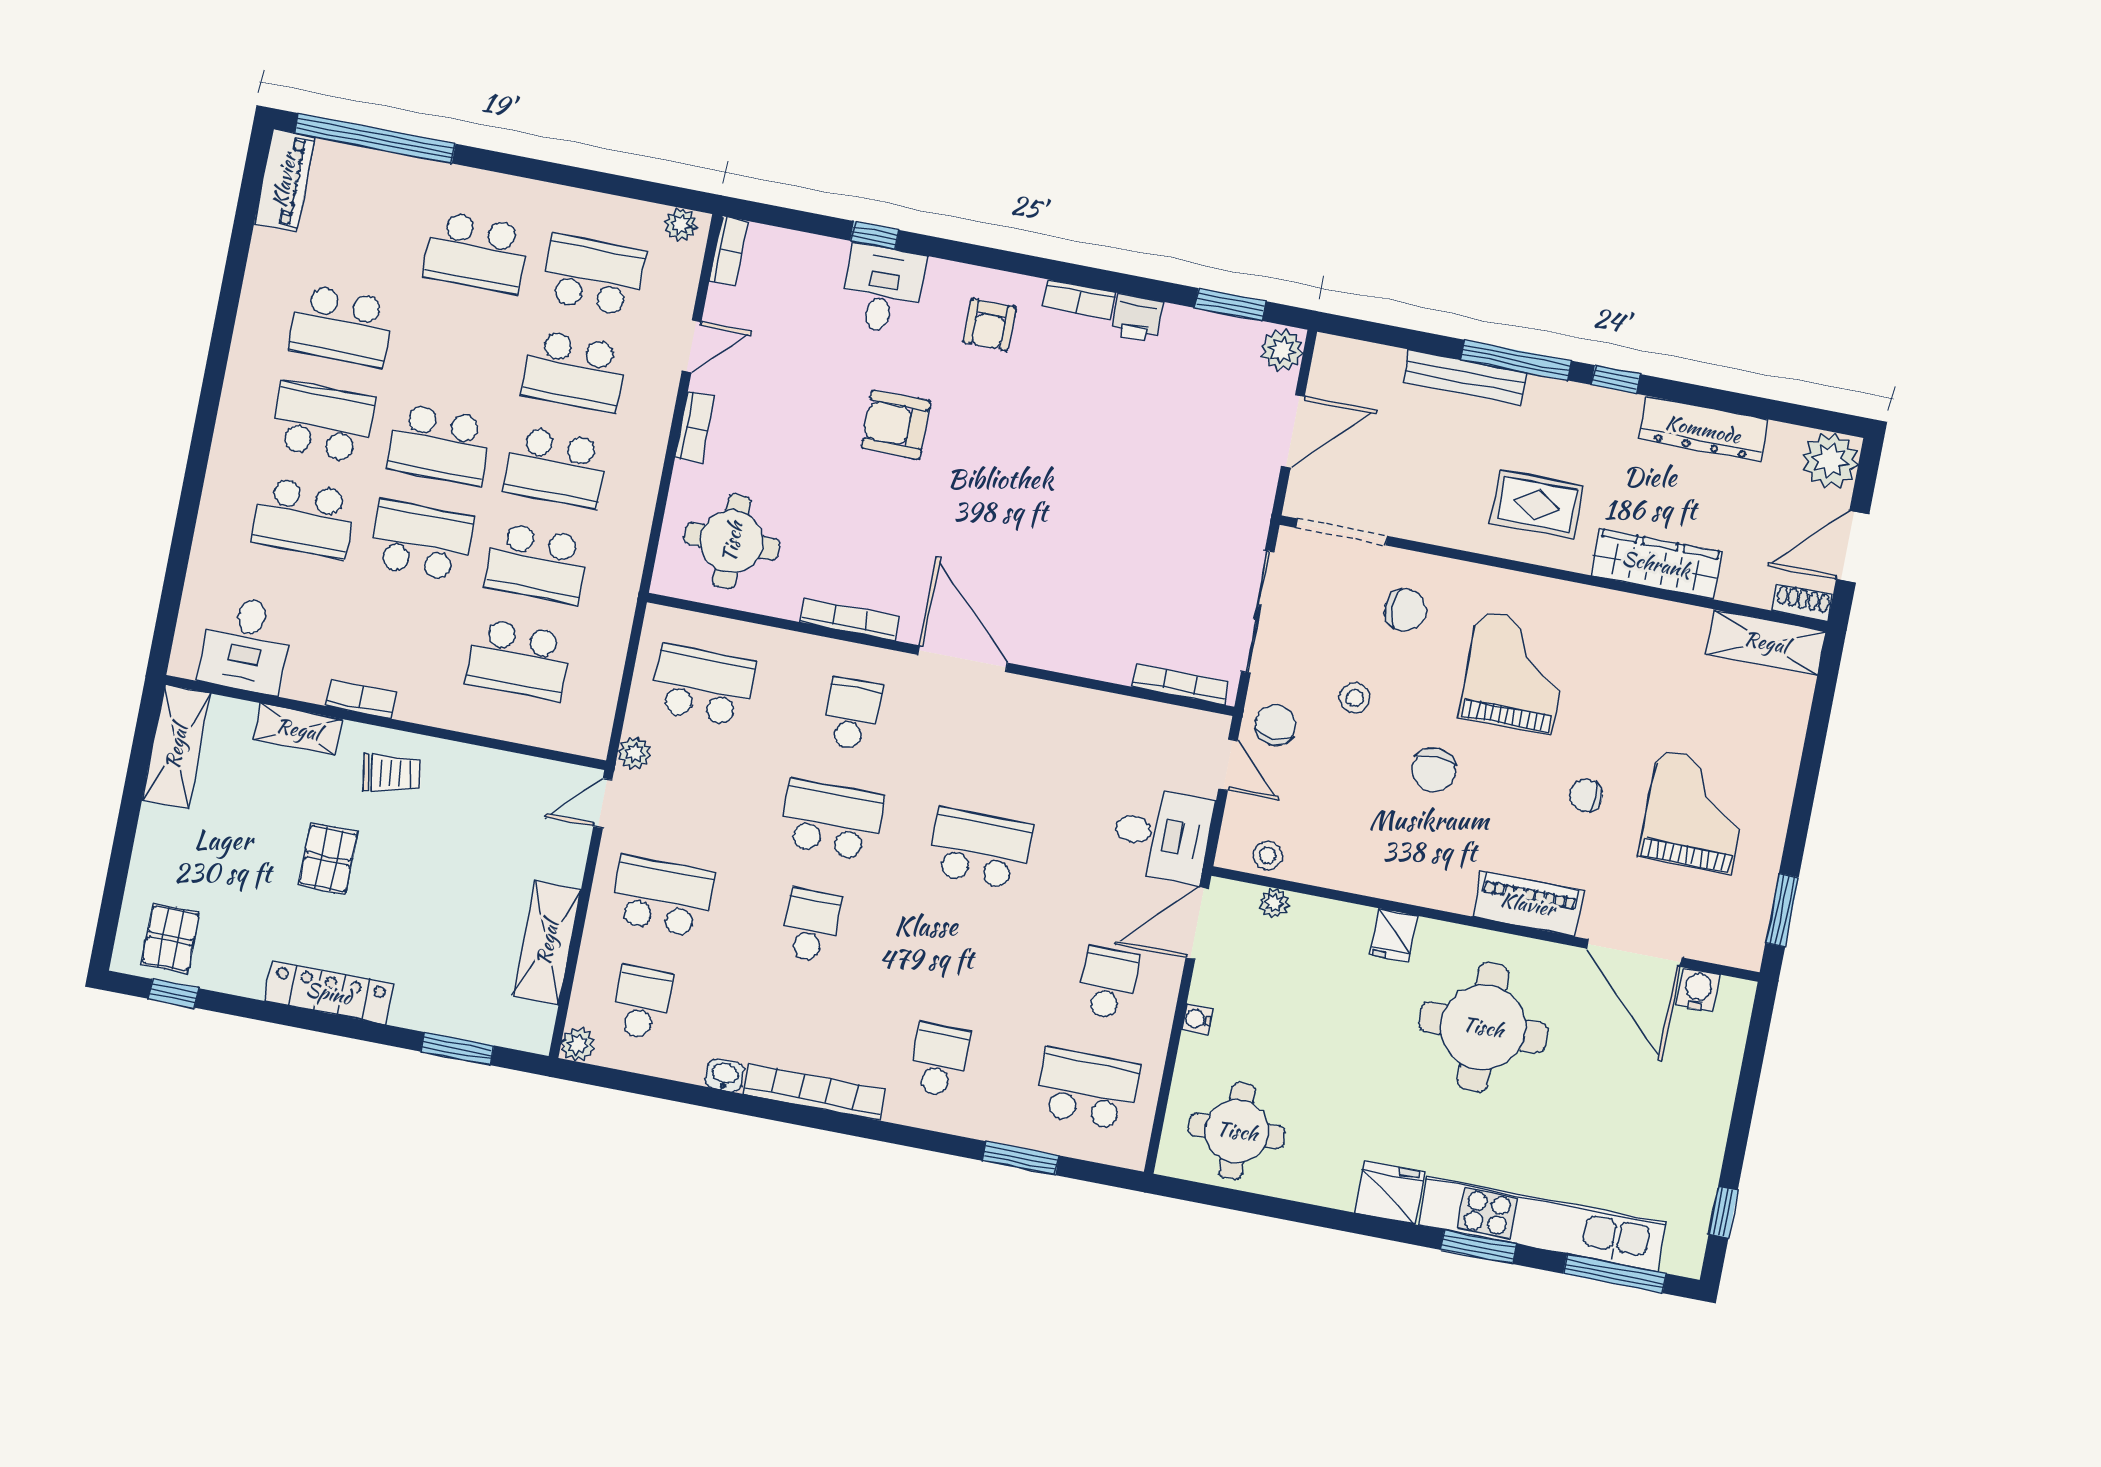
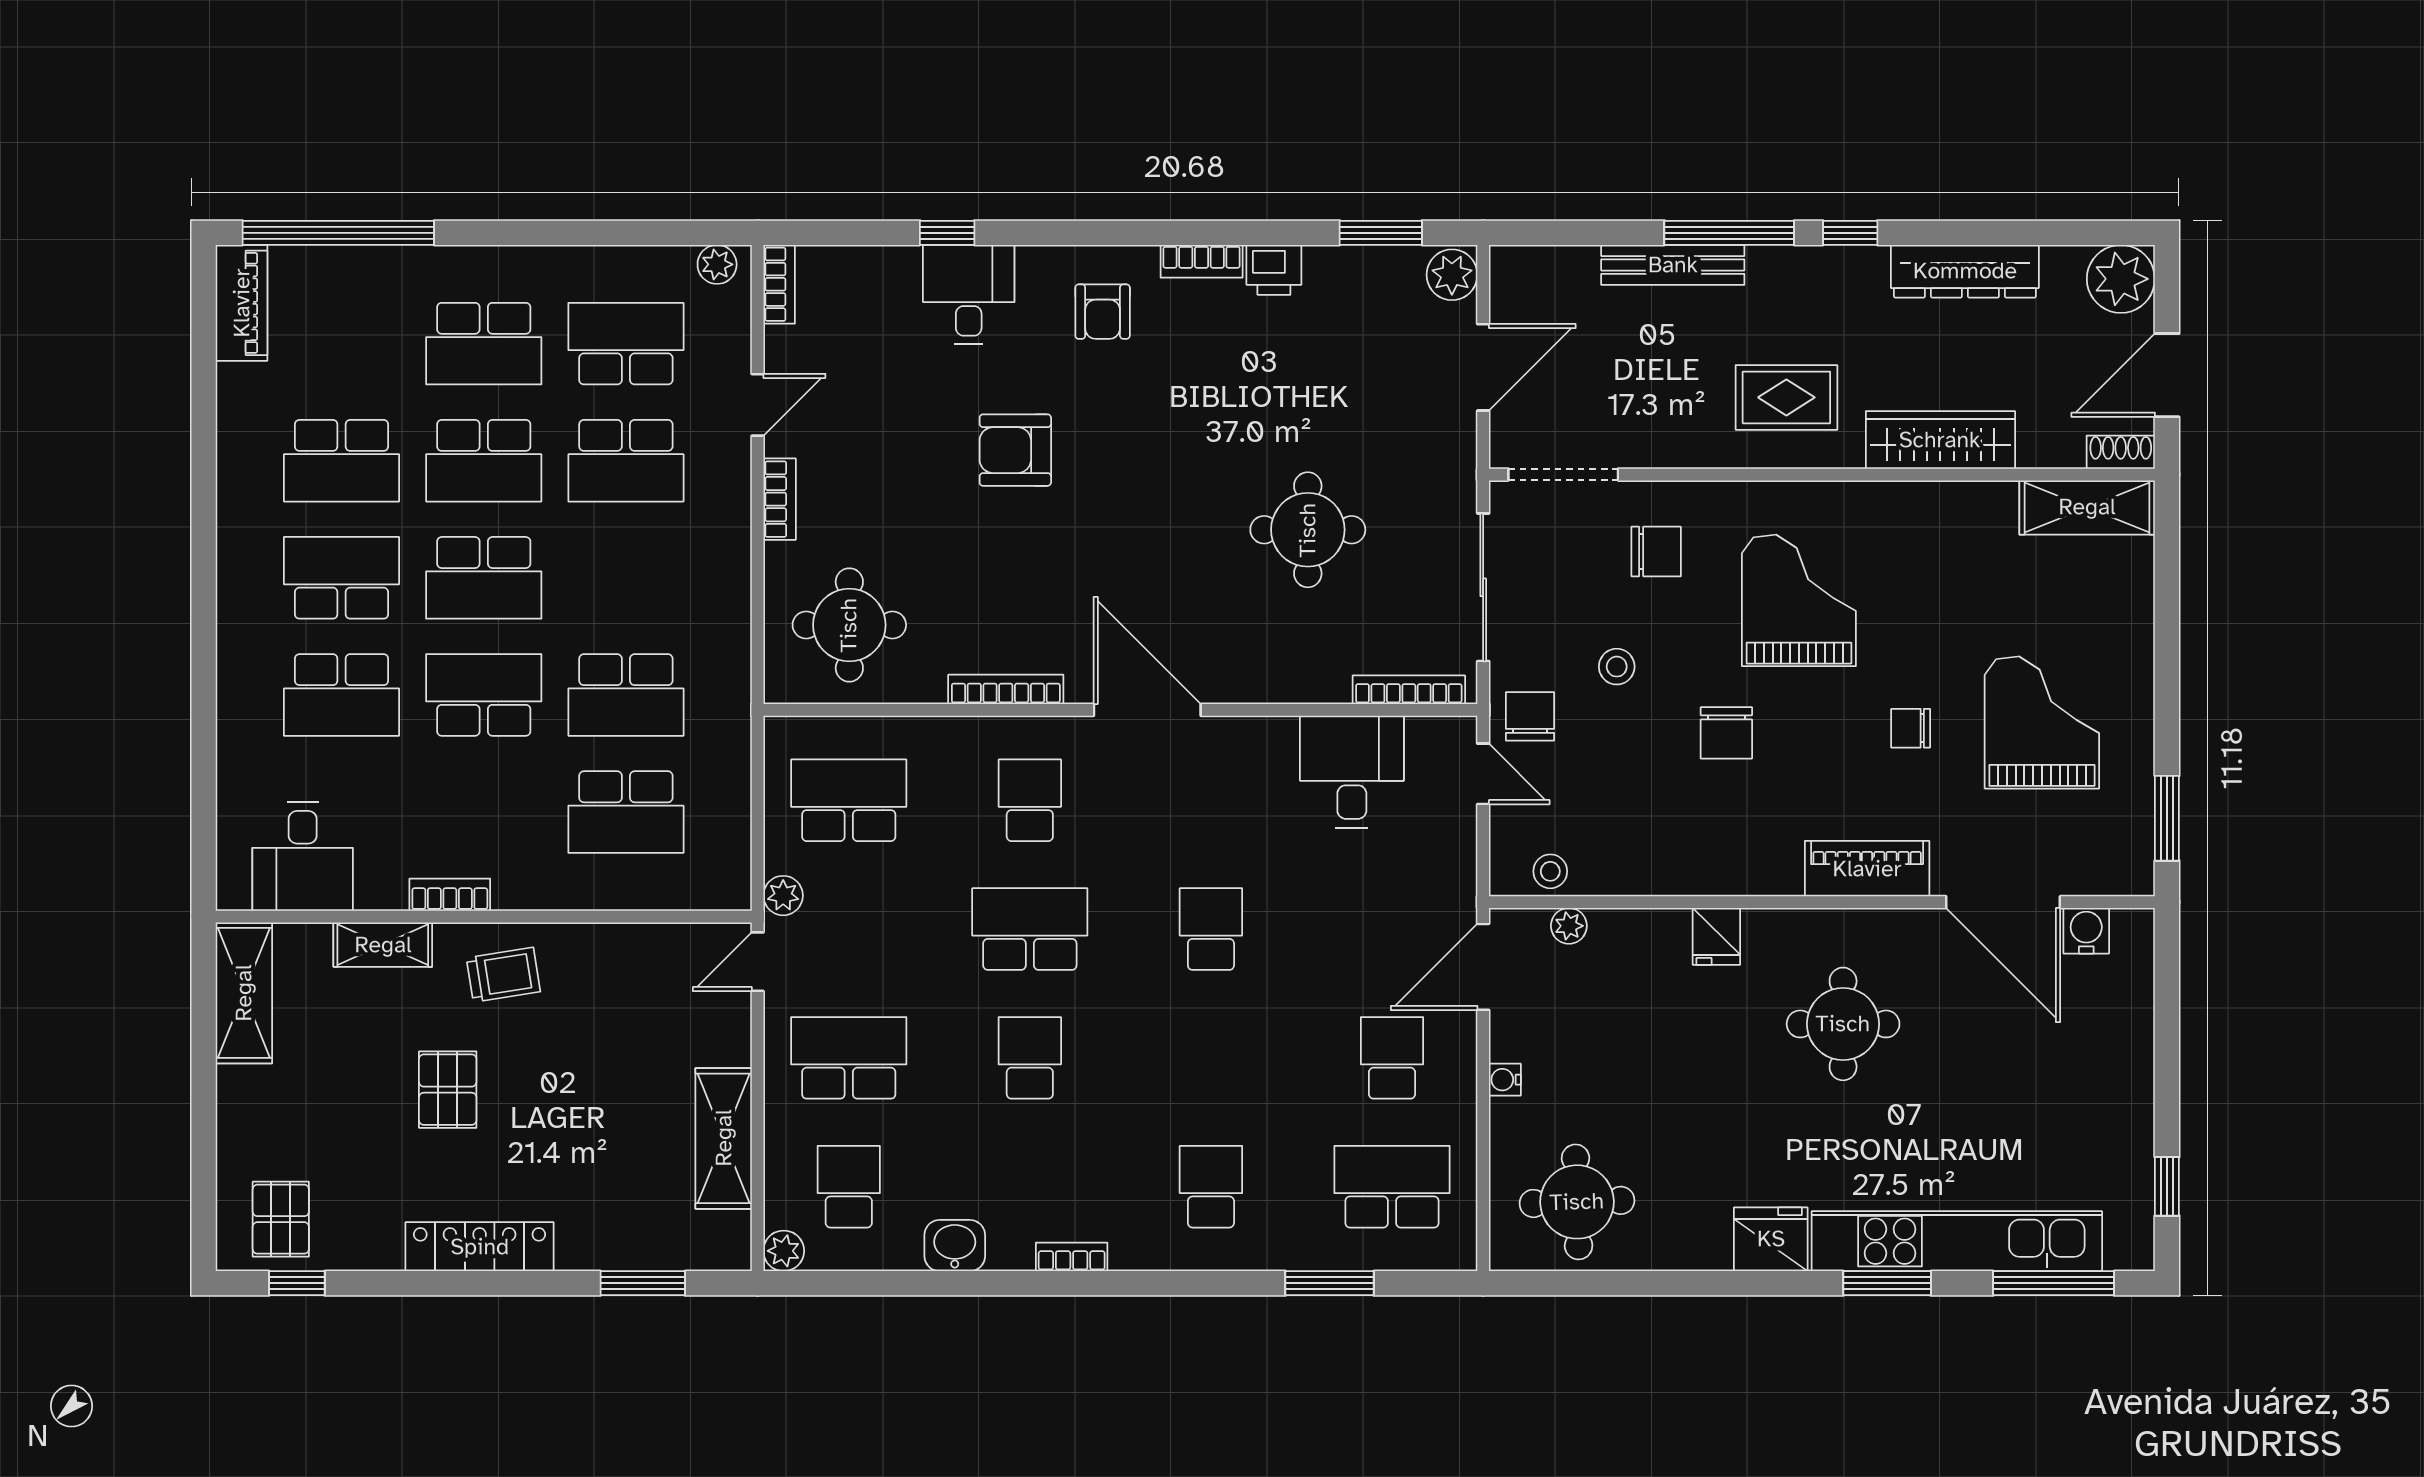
school desk: (556, 467) -> (484, 461), moved
round table: (1123, 536) -> (1308, 530), added
desk: (1162, 835) -> (1352, 772), moved, turned -90
school desk: (980, 849) -> (1211, 929), width x0.54
round table: (1483, 1027) -> (1843, 1024), width x0.73, depth x0.73
washbasin: (725, 1075) -> (955, 1246), width x1.38, depth x1.45
bookcase: (814, 1092) -> (1072, 1257), width x0.43, depth x0.76

